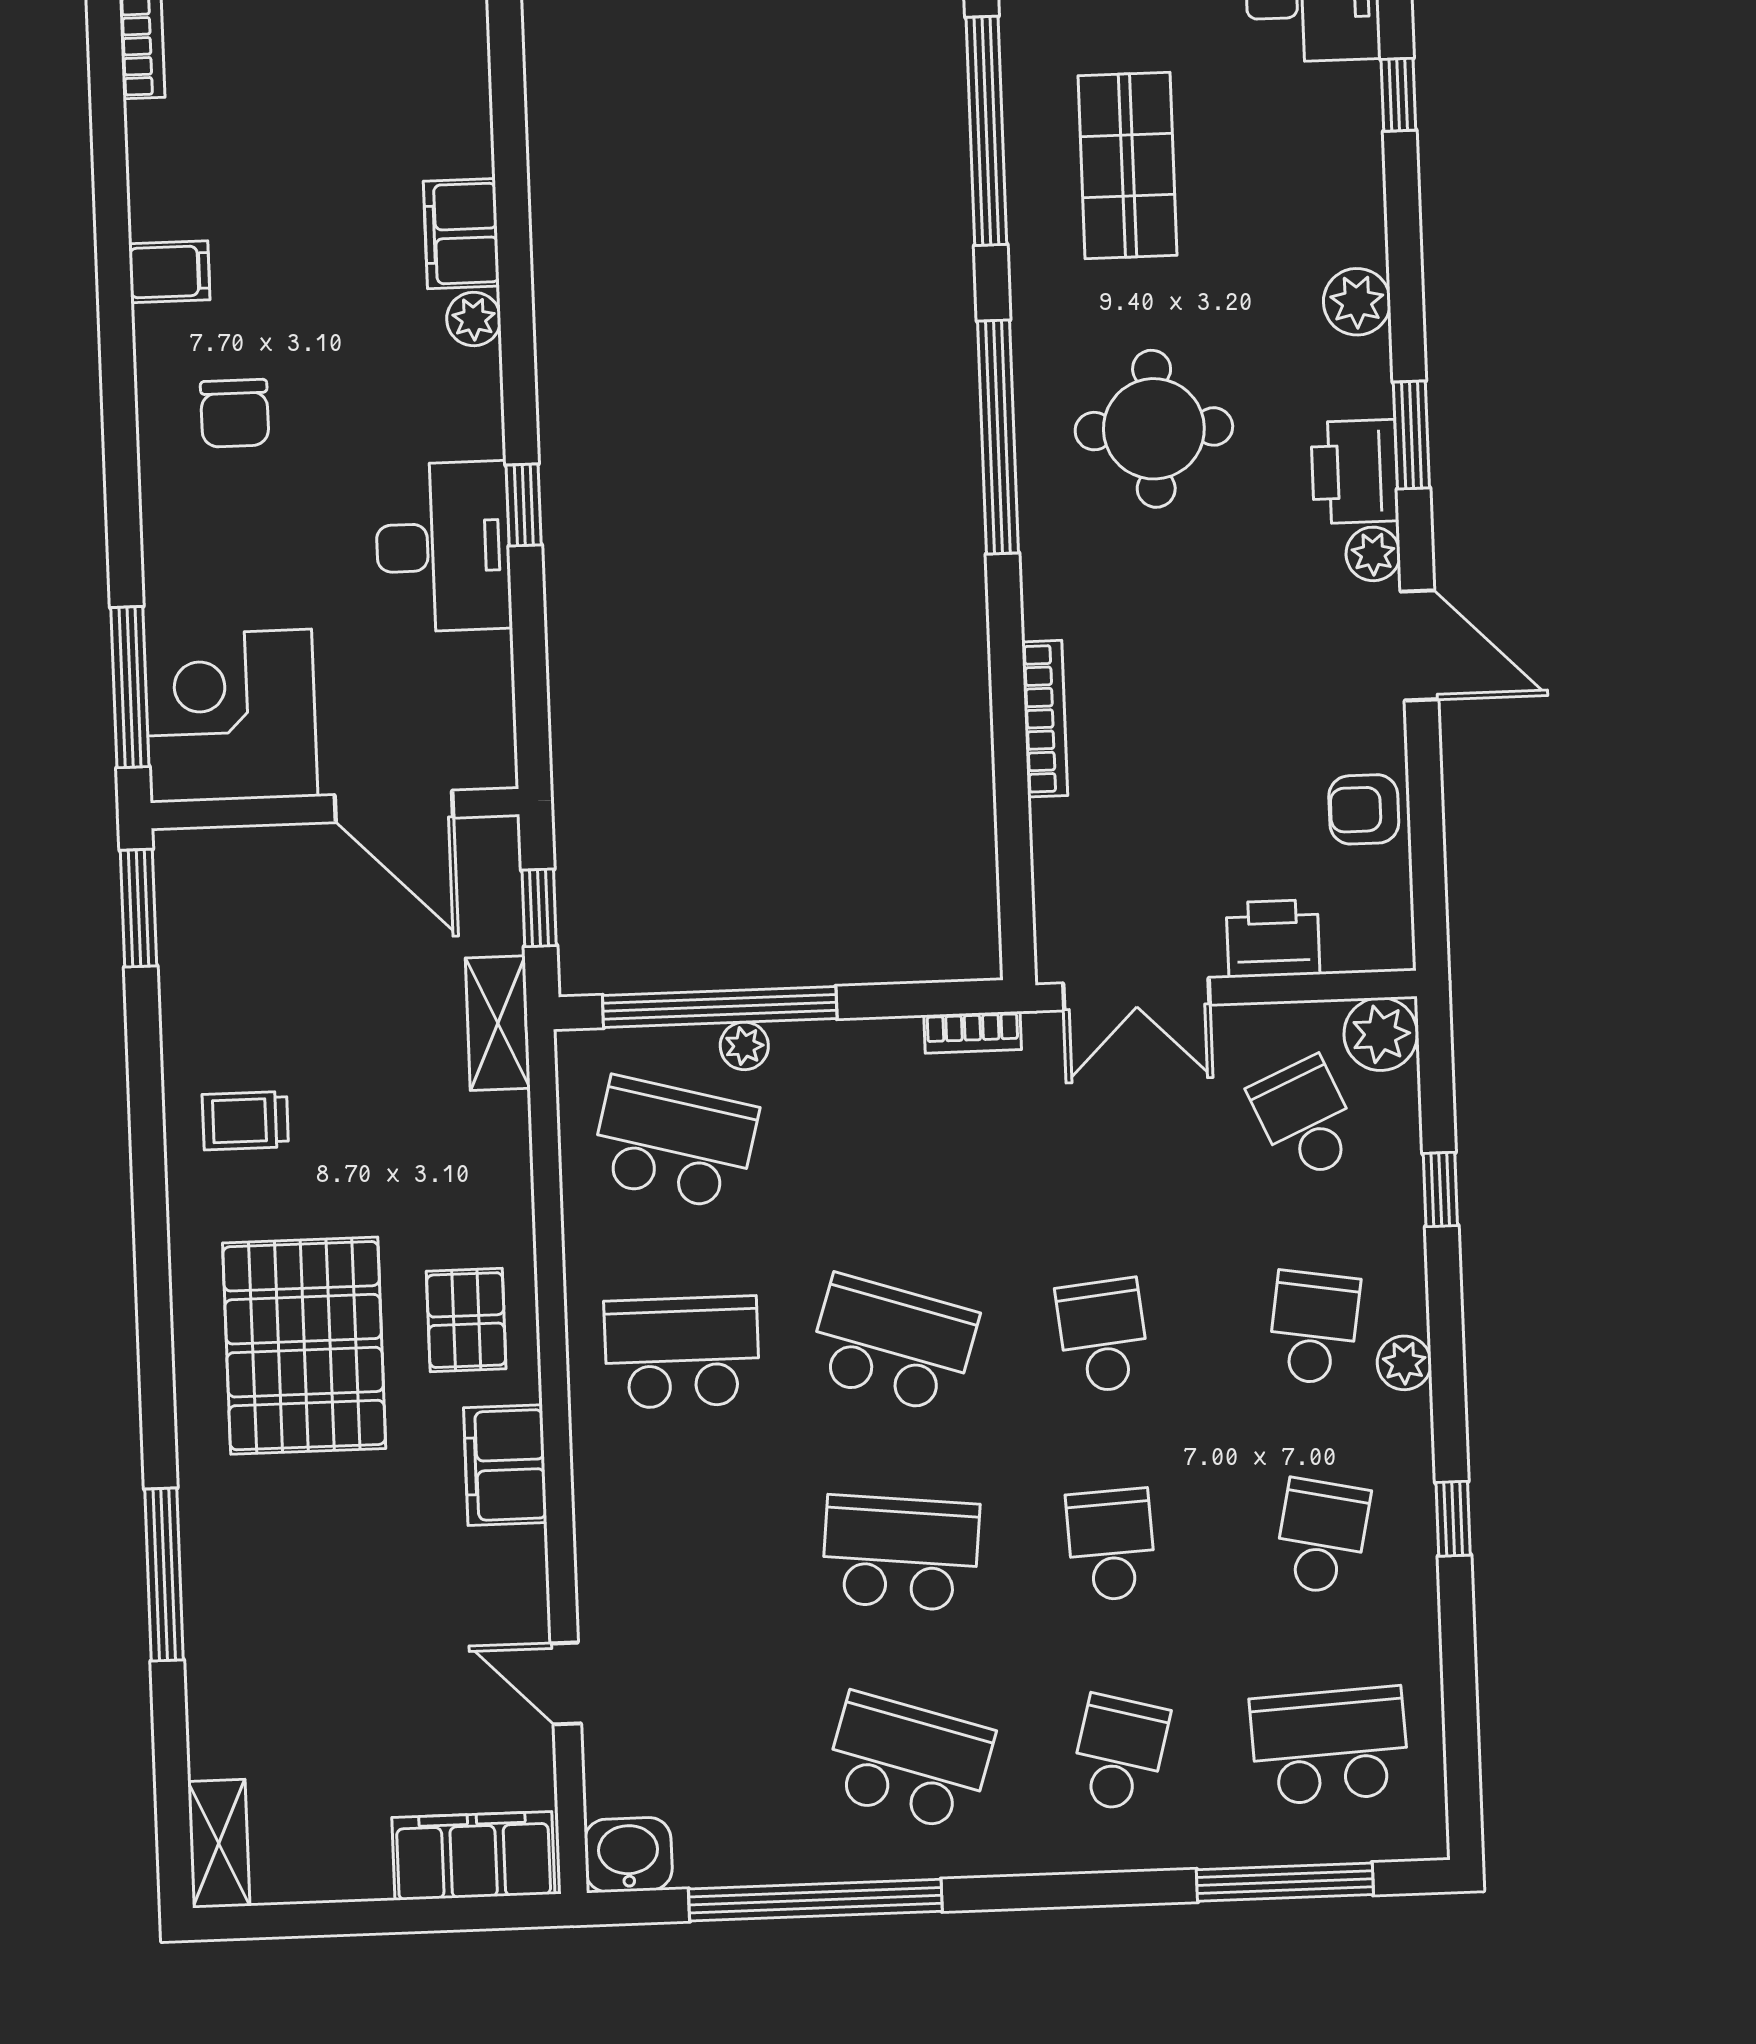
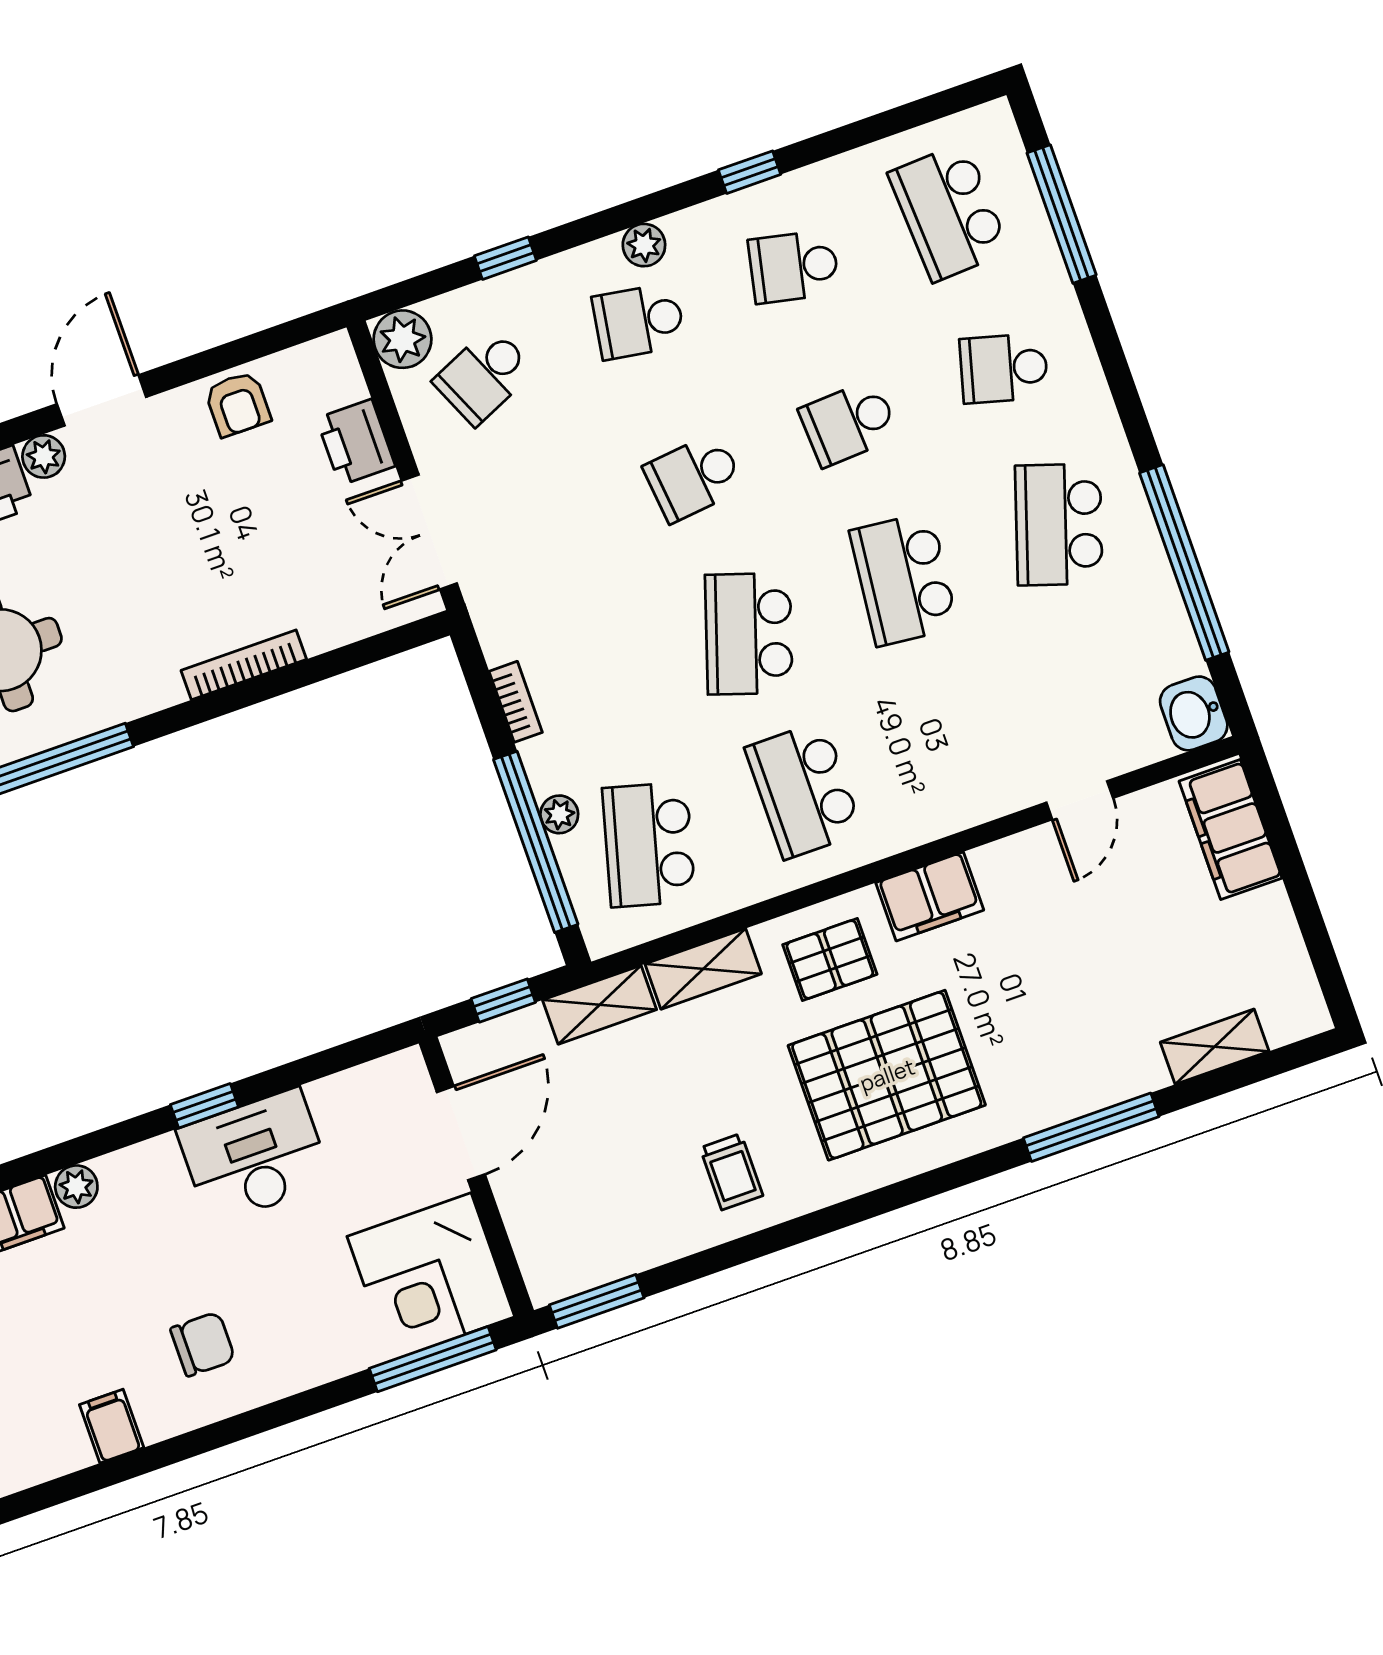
double door: (1136, 994) -> (429, 532), swing flipped
bookcase: (973, 1032) -> (516, 702), moved
shelving: (502, 1163) -> (703, 969), added
shelving: (219, 1844) -> (1215, 1047), moved

